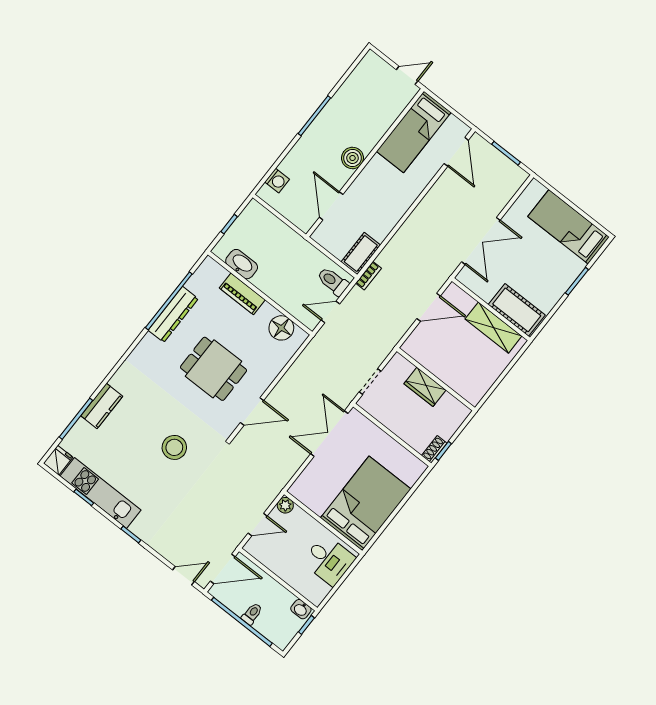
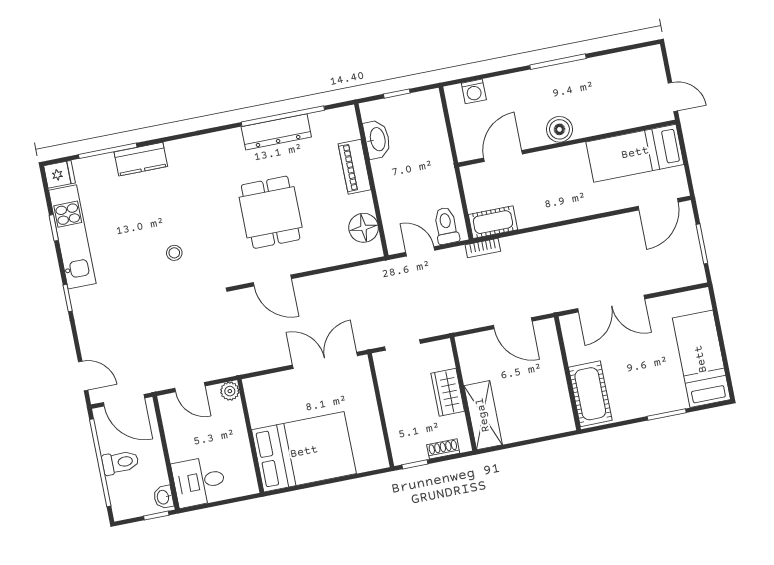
shelving: (493, 328) -> (483, 415), moved
stool: (174, 447) -> (174, 253), width x0.53, depth x0.53
shoe rack: (434, 449) -> (443, 449), moved
desk: (329, 560) -> (199, 482), moved, turned 90
toilet: (252, 614) -> (120, 462), width x1.37, depth x1.39

